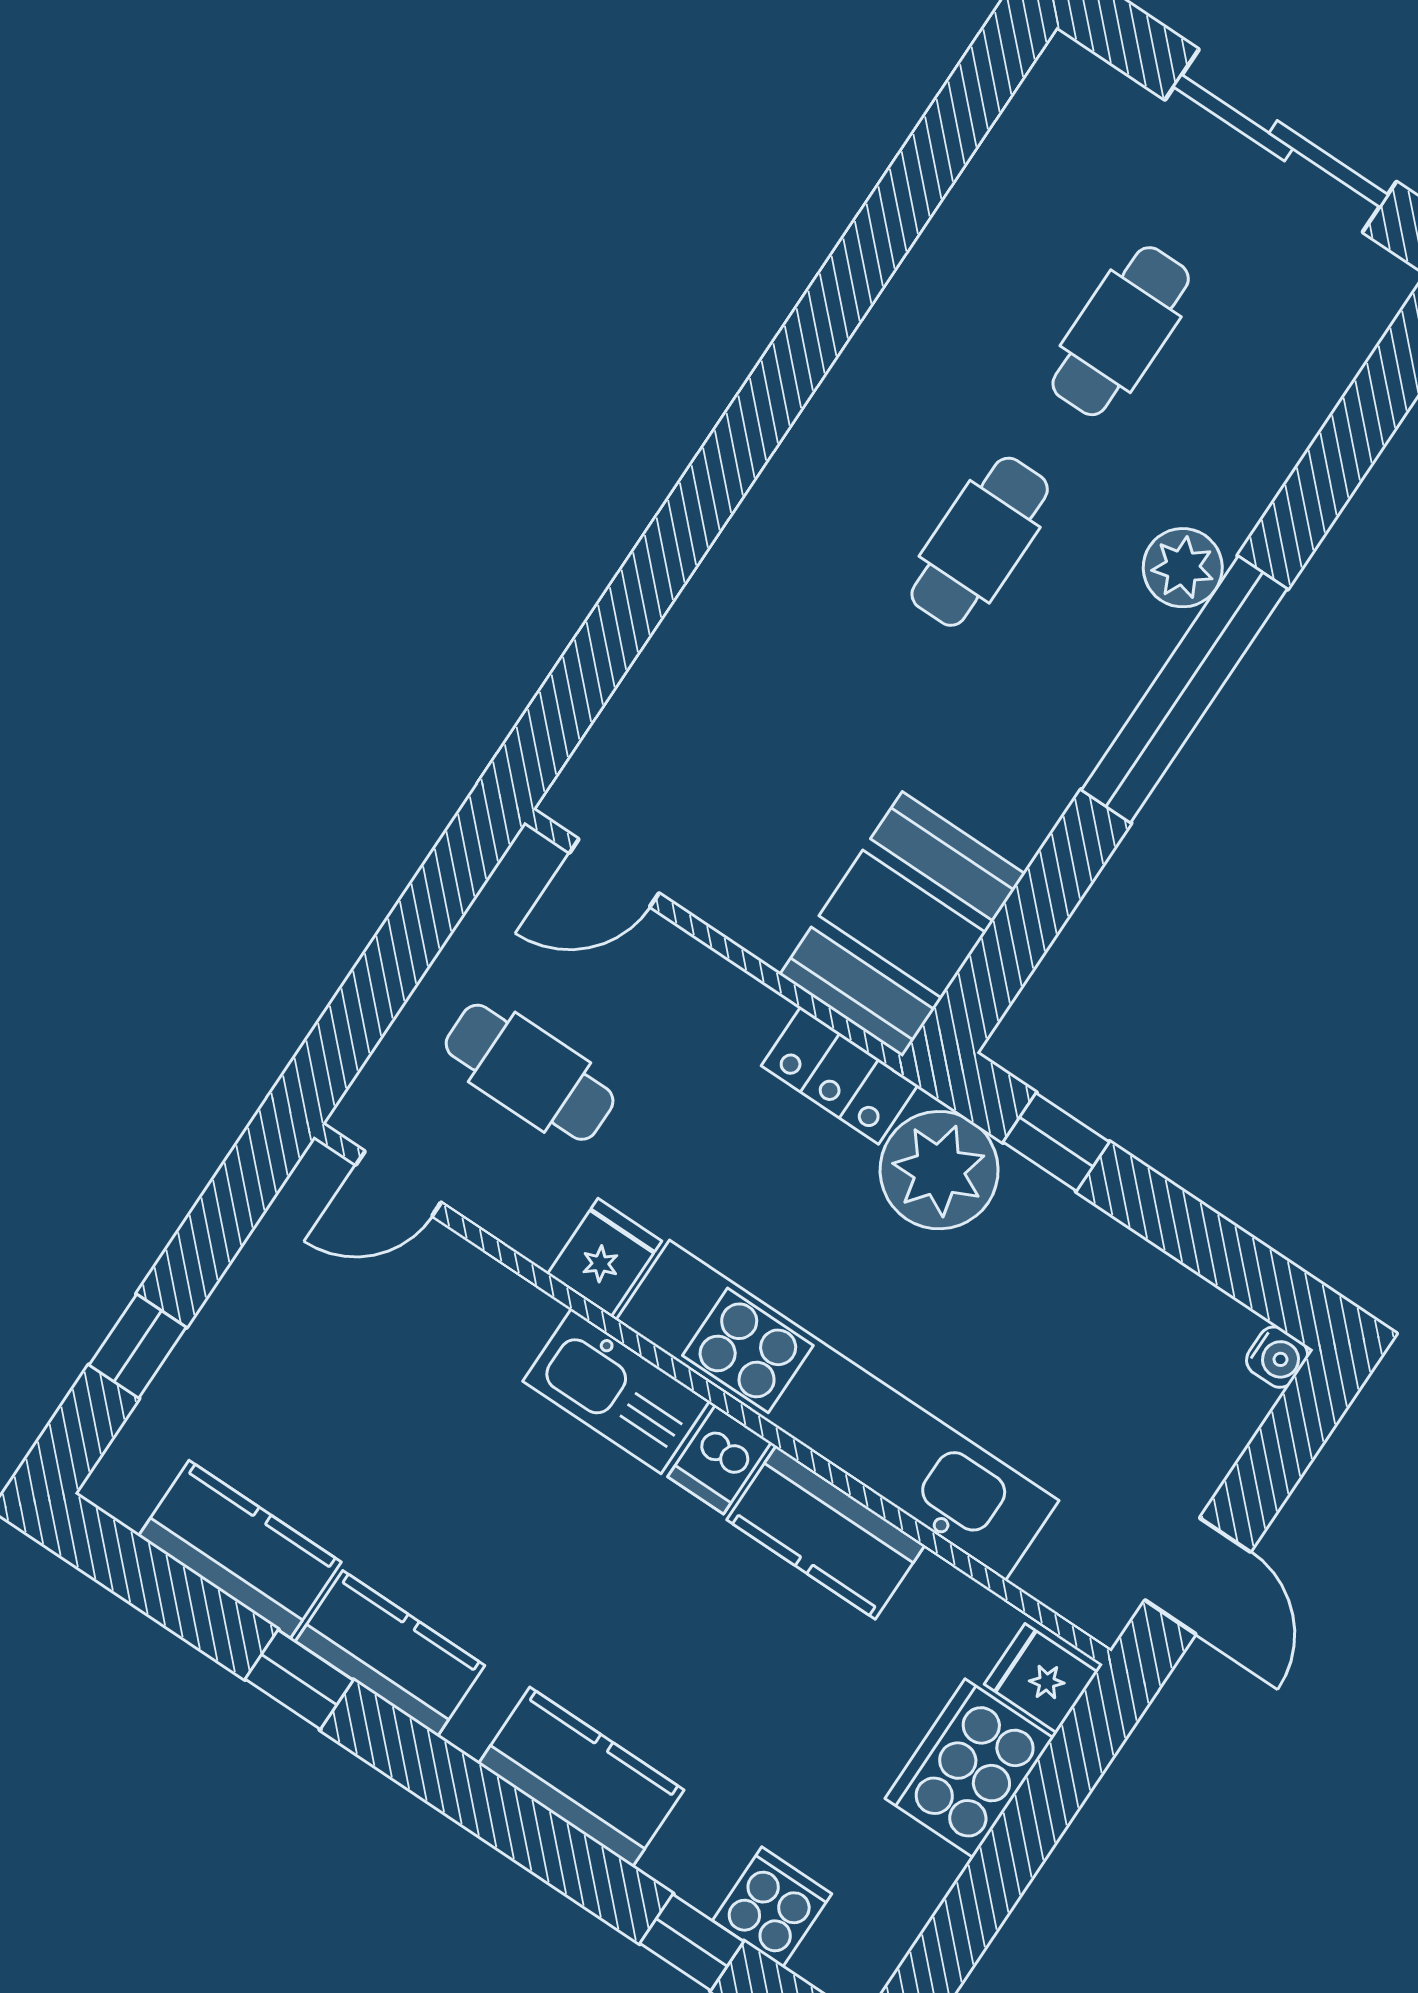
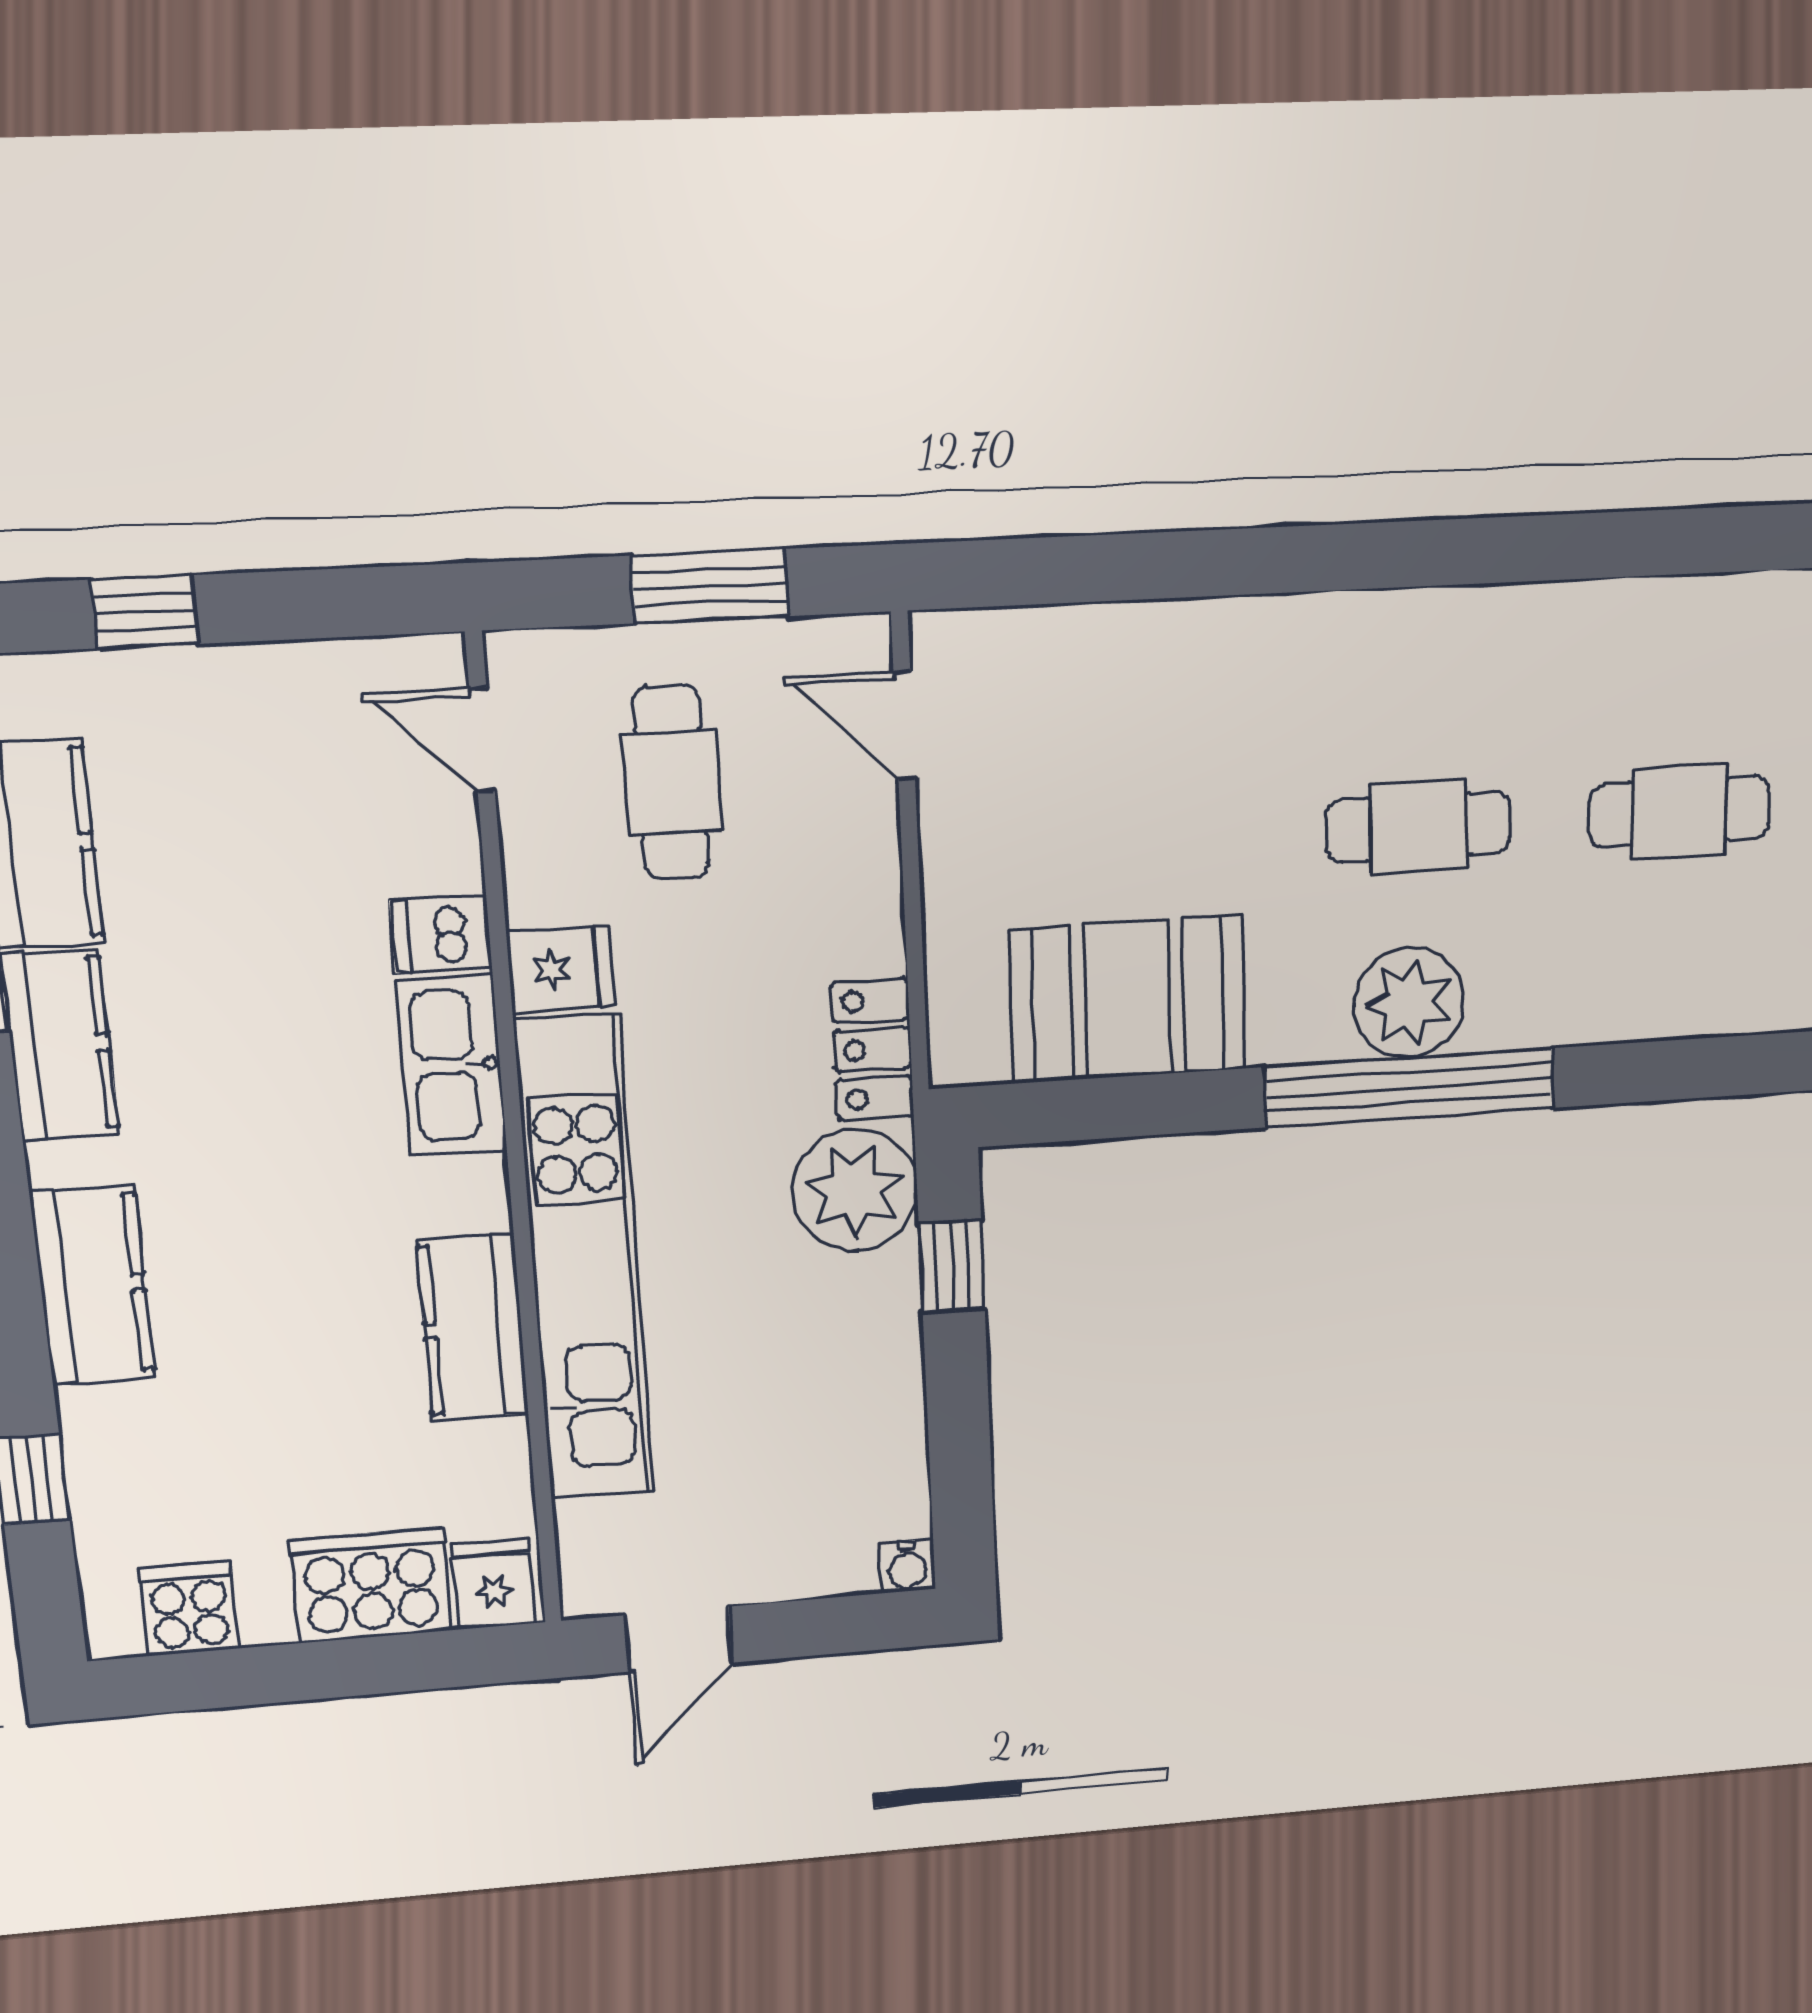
plant: (1183, 568) -> (1409, 1003), moved, width x1.36, depth x1.36
booth: (902, 924) -> (1128, 1000), moved
window: (411, 938) -> (710, 586), added
dishwasher: (719, 1460) -> (441, 934), moved
cooker: (772, 1907) -> (190, 1609), moved, turned -90

